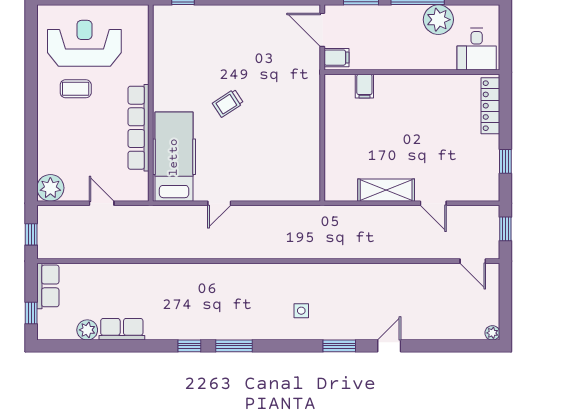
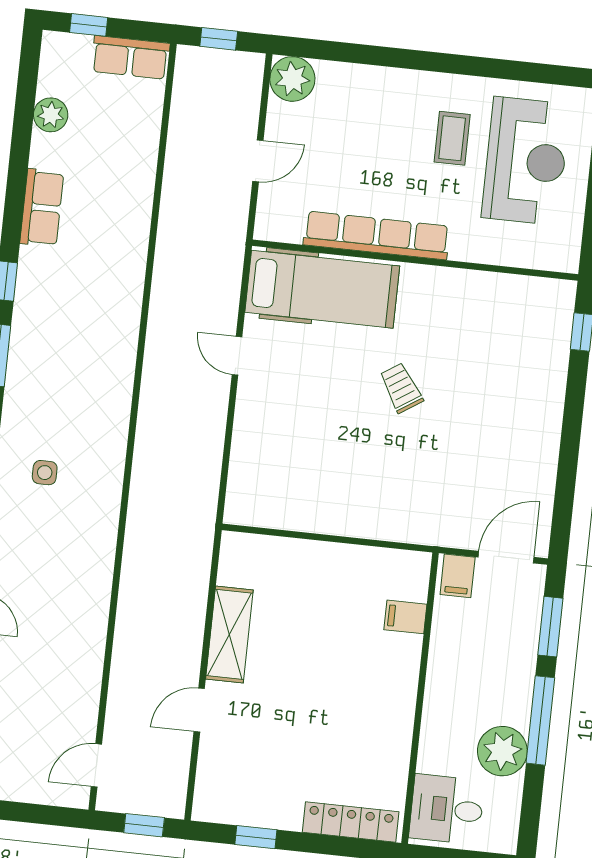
row of seats: (122, 329) -> (42, 208), moved

